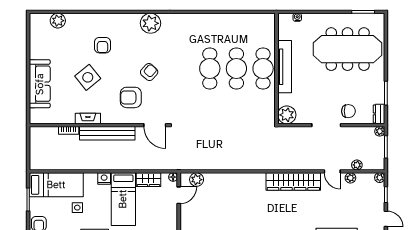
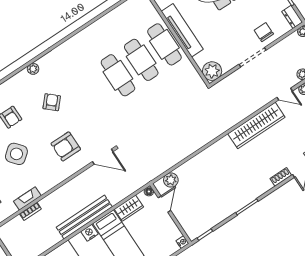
plant: (150, 23) -> (33, 69), width x0.53, depth x0.53
armchair: (149, 72) -> (52, 102), moved
chair: (348, 111) -> (264, 32), turned -90
fireplace: (88, 119) -> (27, 198), moved
bench: (107, 133) -> (84, 217), moved

